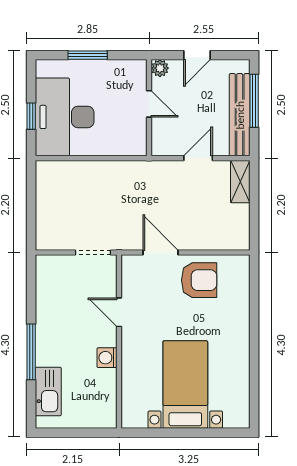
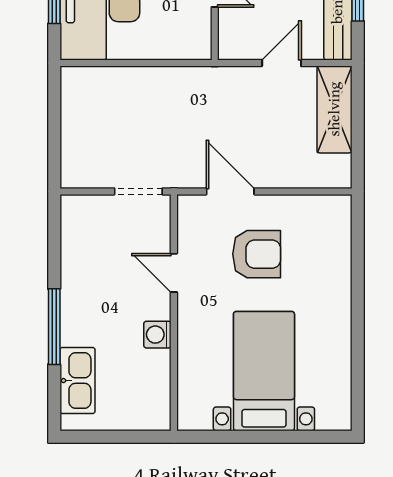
shelving: (240, 182) -> (335, 109), width x1.50, depth x1.33
armchair: (199, 280) -> (257, 254), moved

